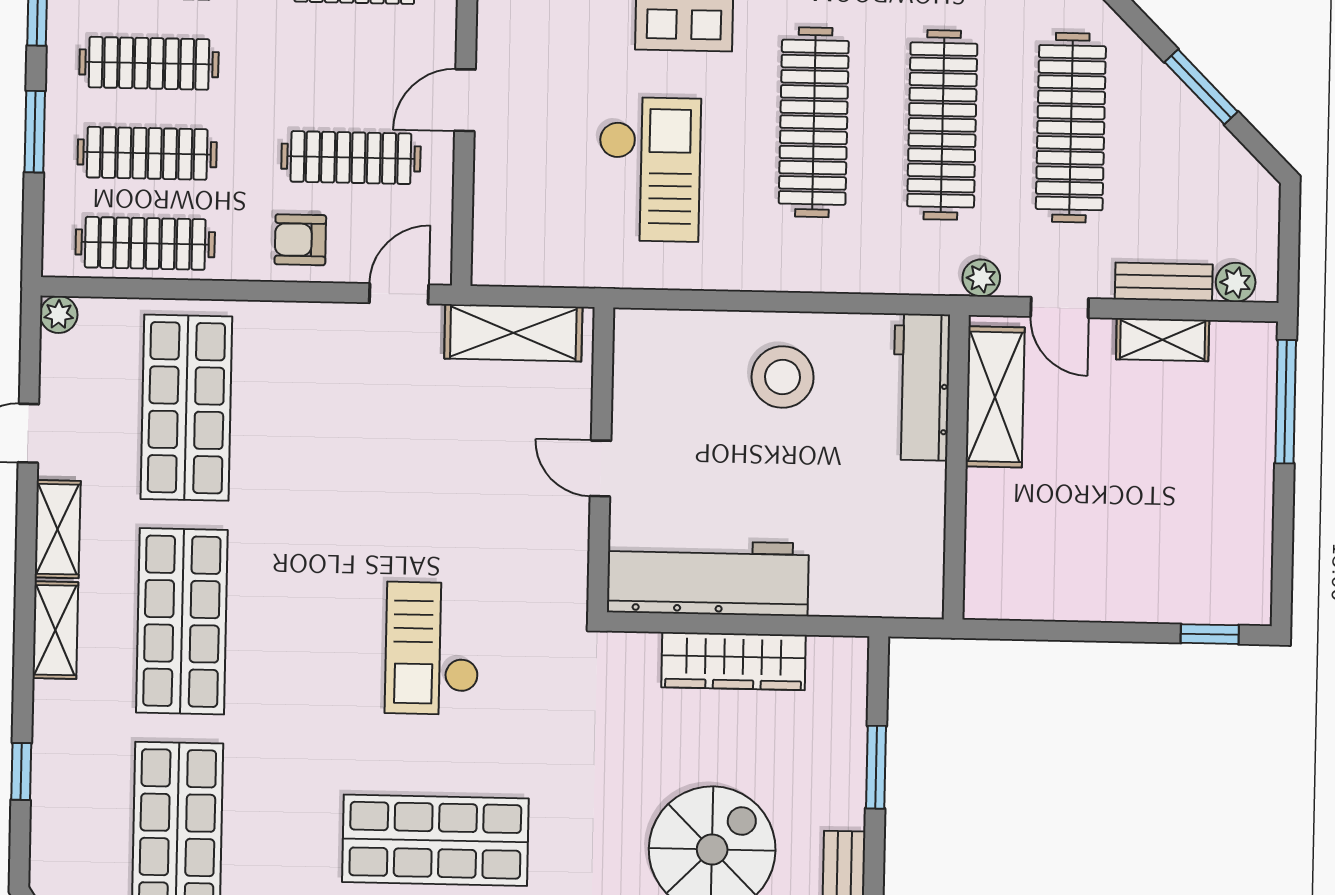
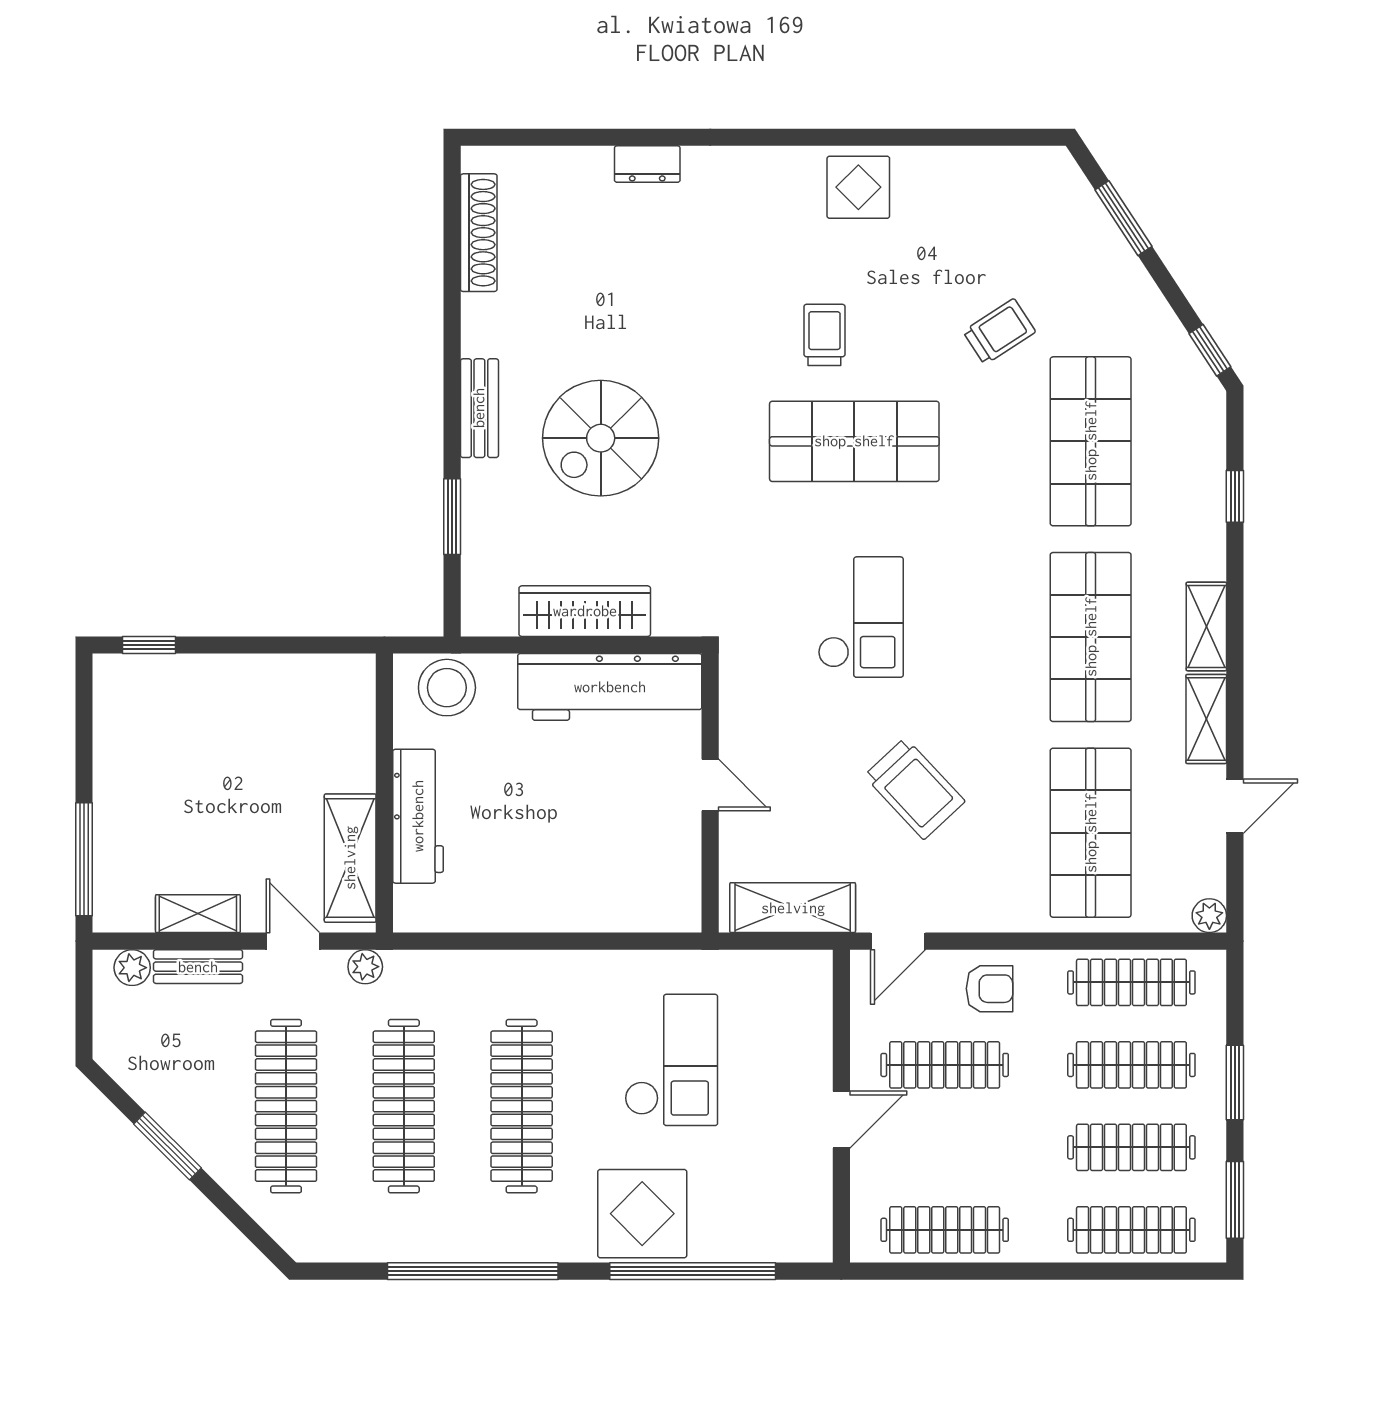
checkout: (649, 169) -> (671, 1060), turned 180
stool: (783, 377) -> (447, 688), moved
workbench: (921, 387) -> (418, 816), moved
trolley: (378, 460) -> (915, 789), added

